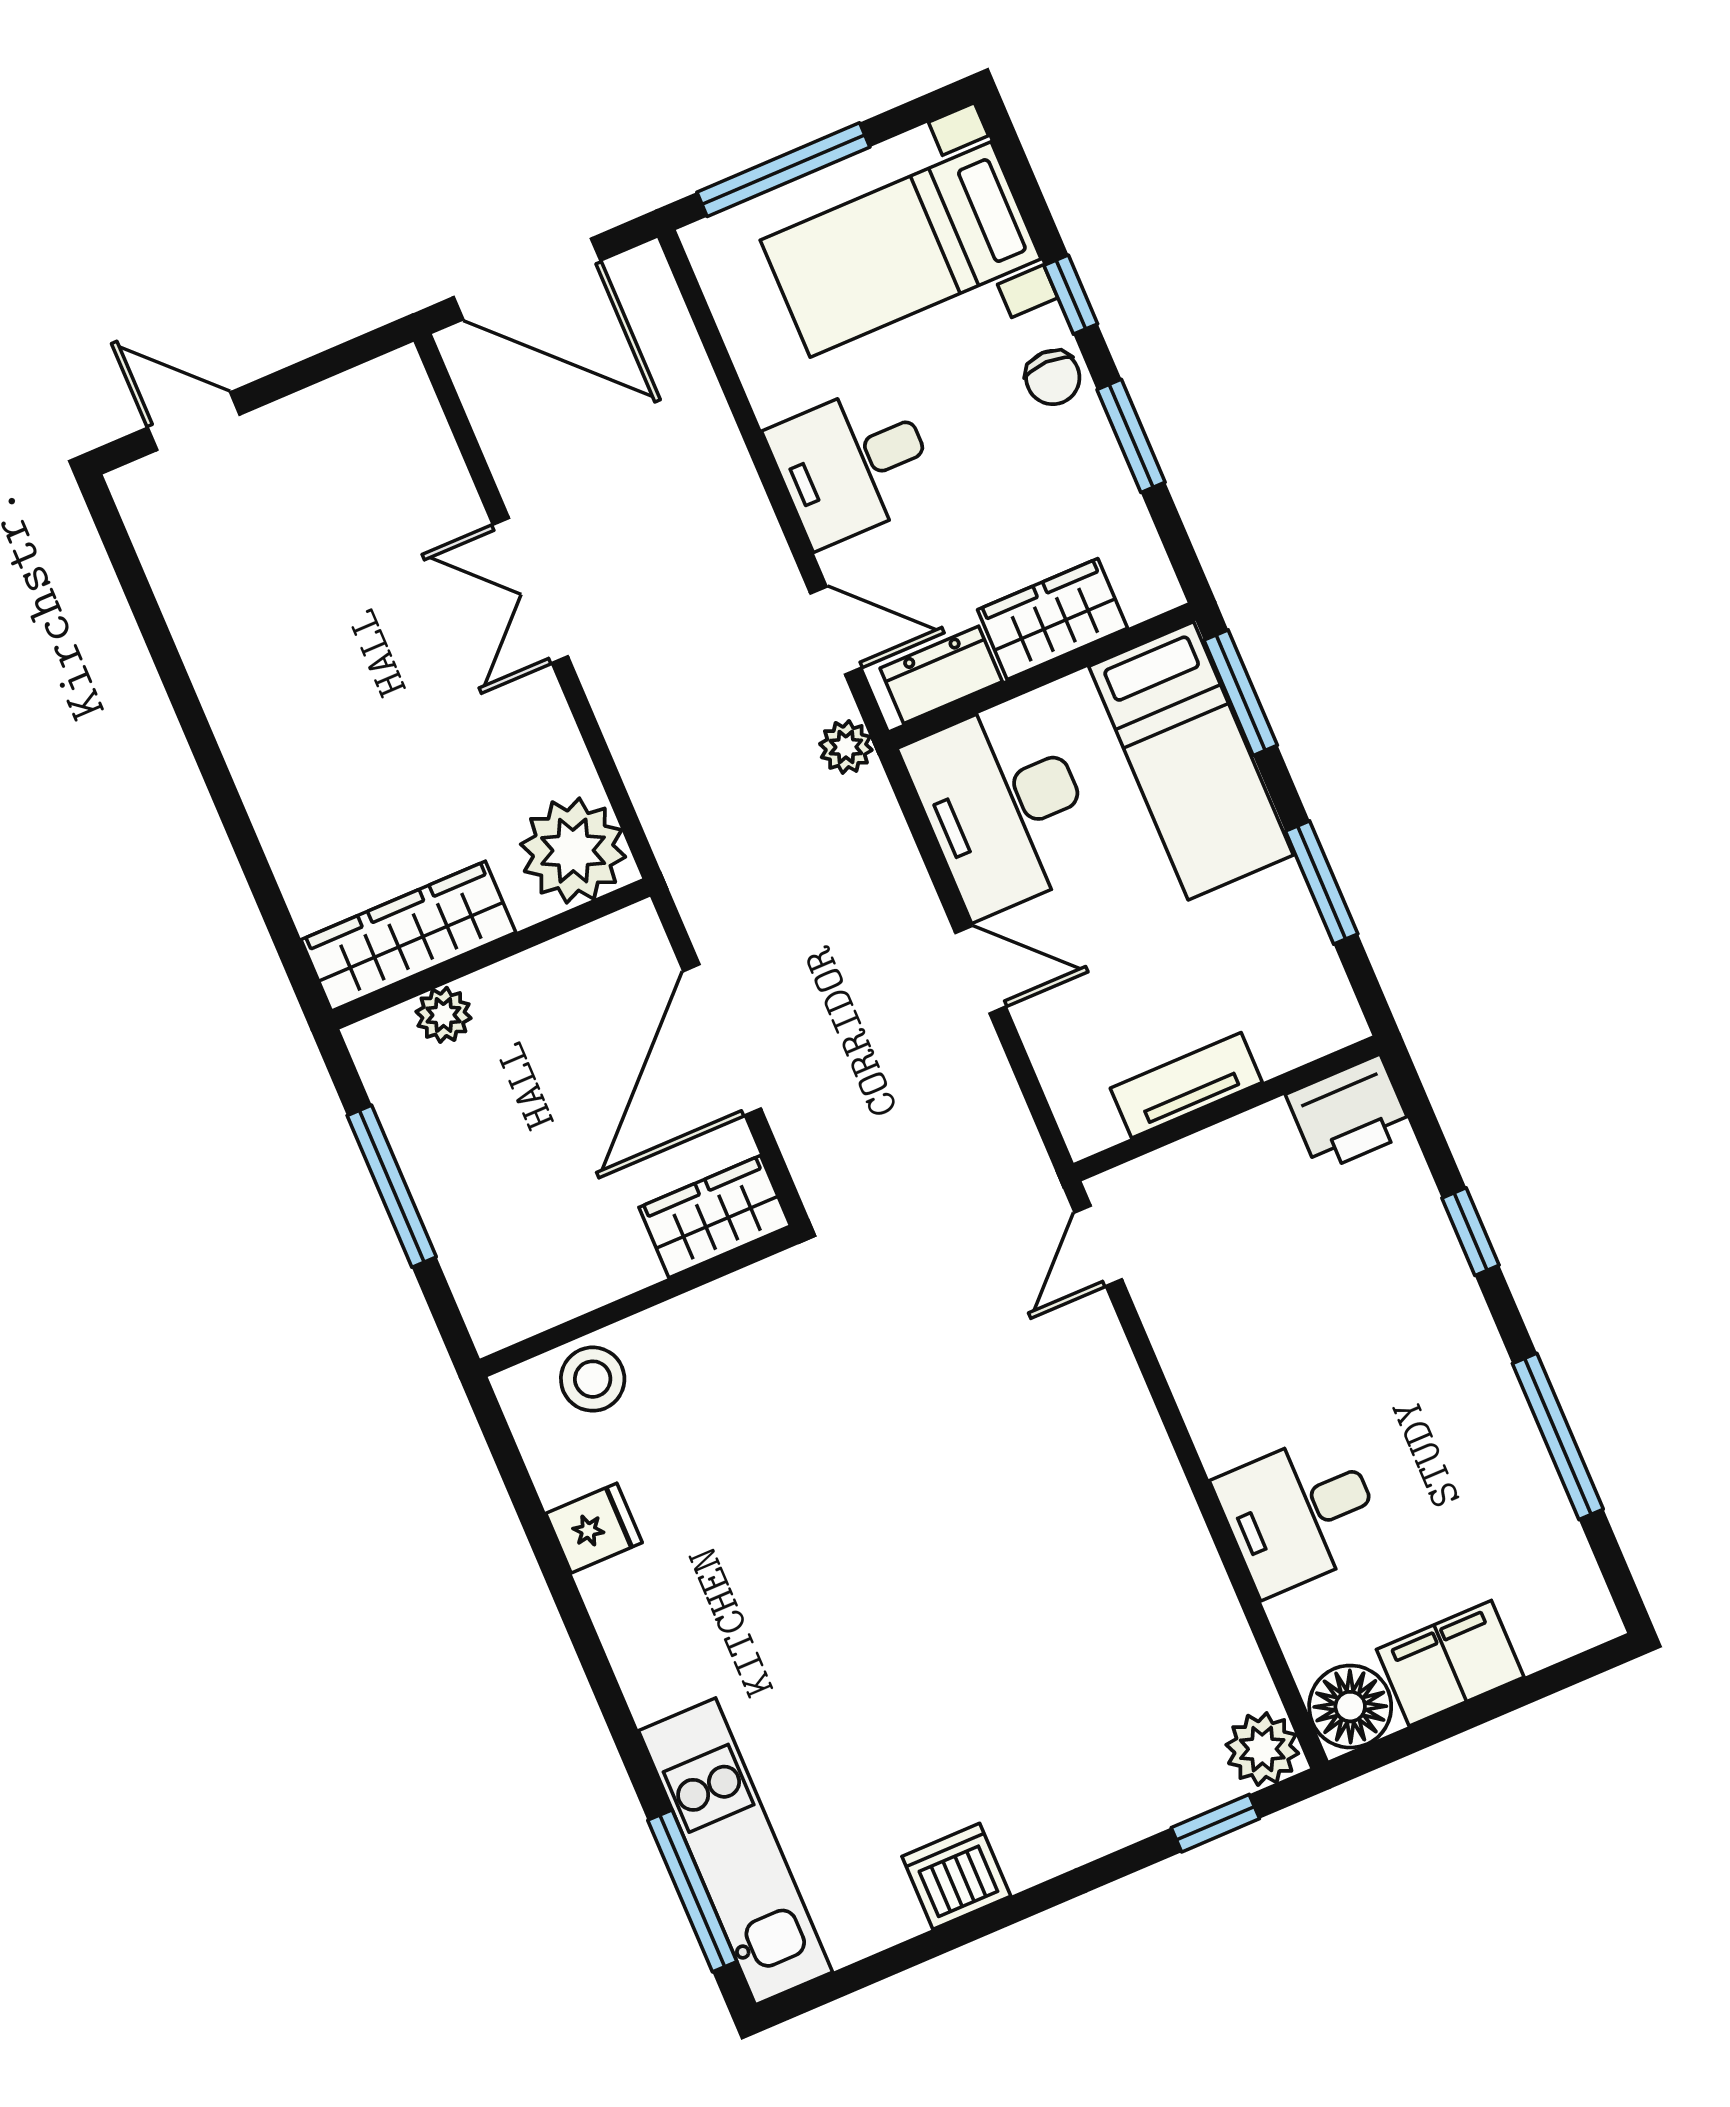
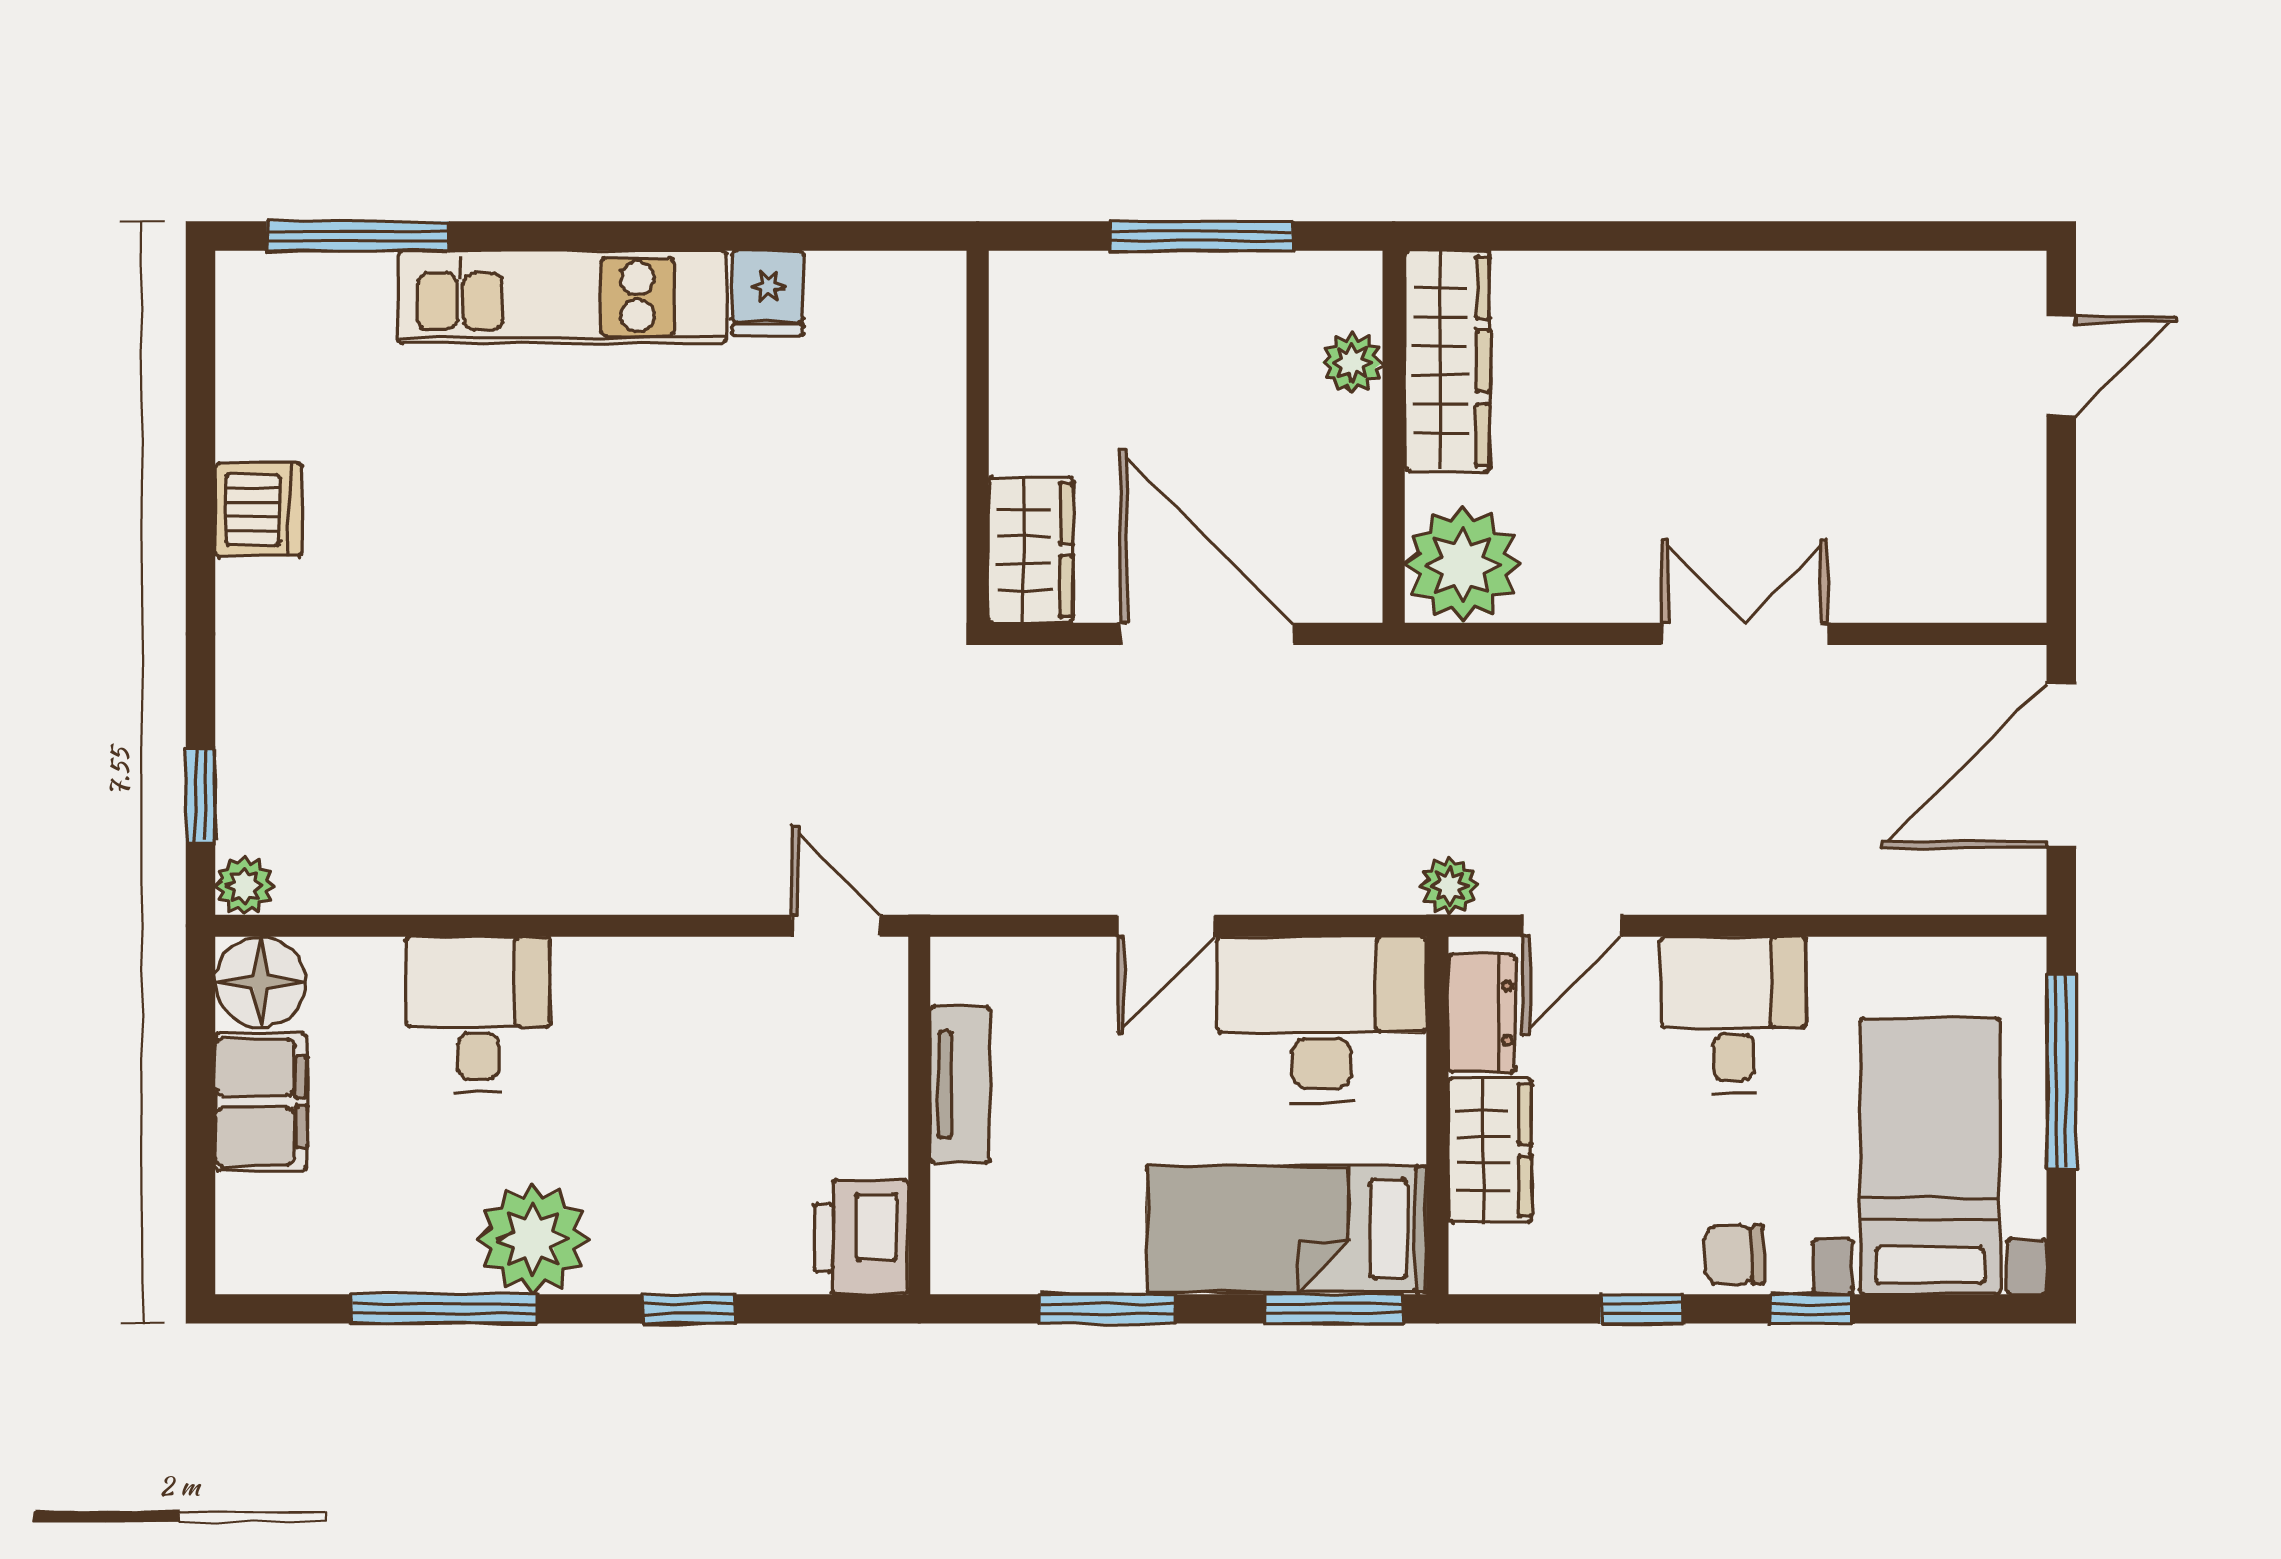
window: (1131, 436) -> (1642, 1309), width x0.67
stool: (593, 1379) -> (919, 356), removed
plant: (1468, 1387) -> (533, 1239), added
plant: (1262, 1749) -> (244, 886), width x0.73, depth x0.73
kitchen unit: (736, 1851) -> (562, 297), moved

